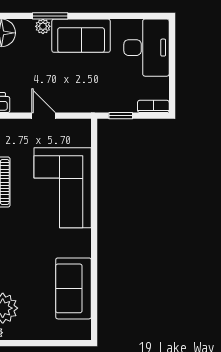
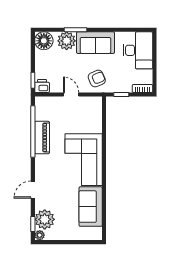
plant: (43, 26) -> (67, 41), width x1.87, depth x1.87
armchair: (83, 91) -> (97, 79), added
corner sofa: (63, 188) -> (84, 160), moved

